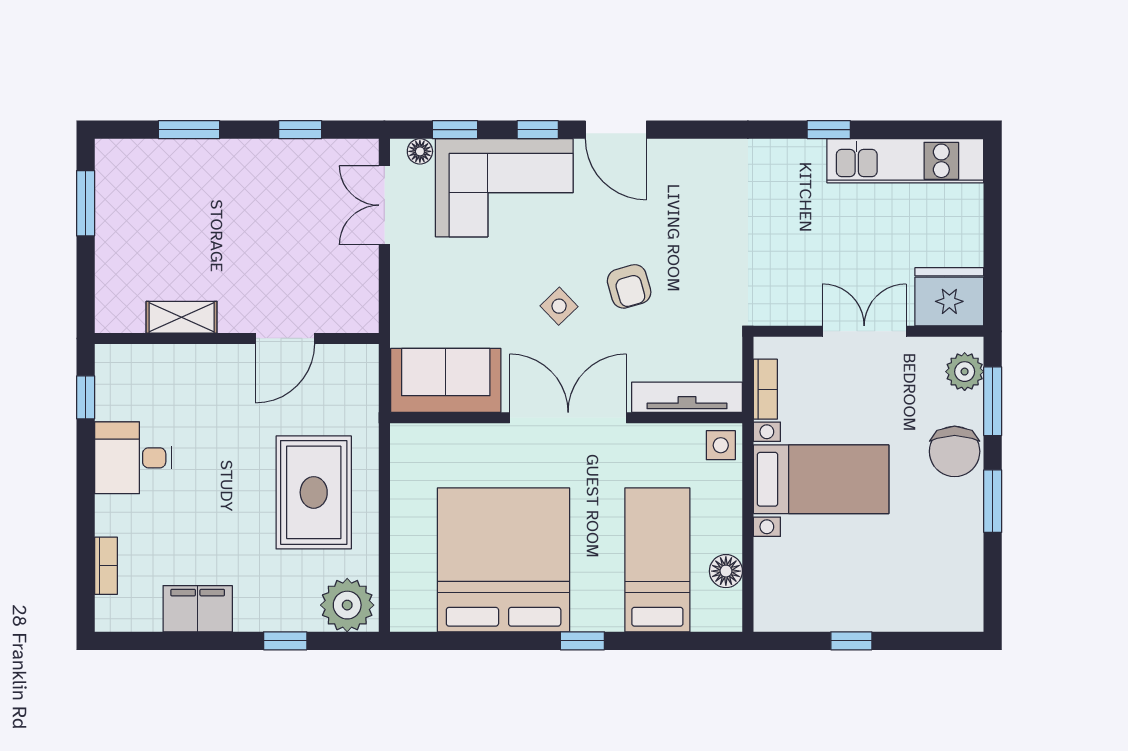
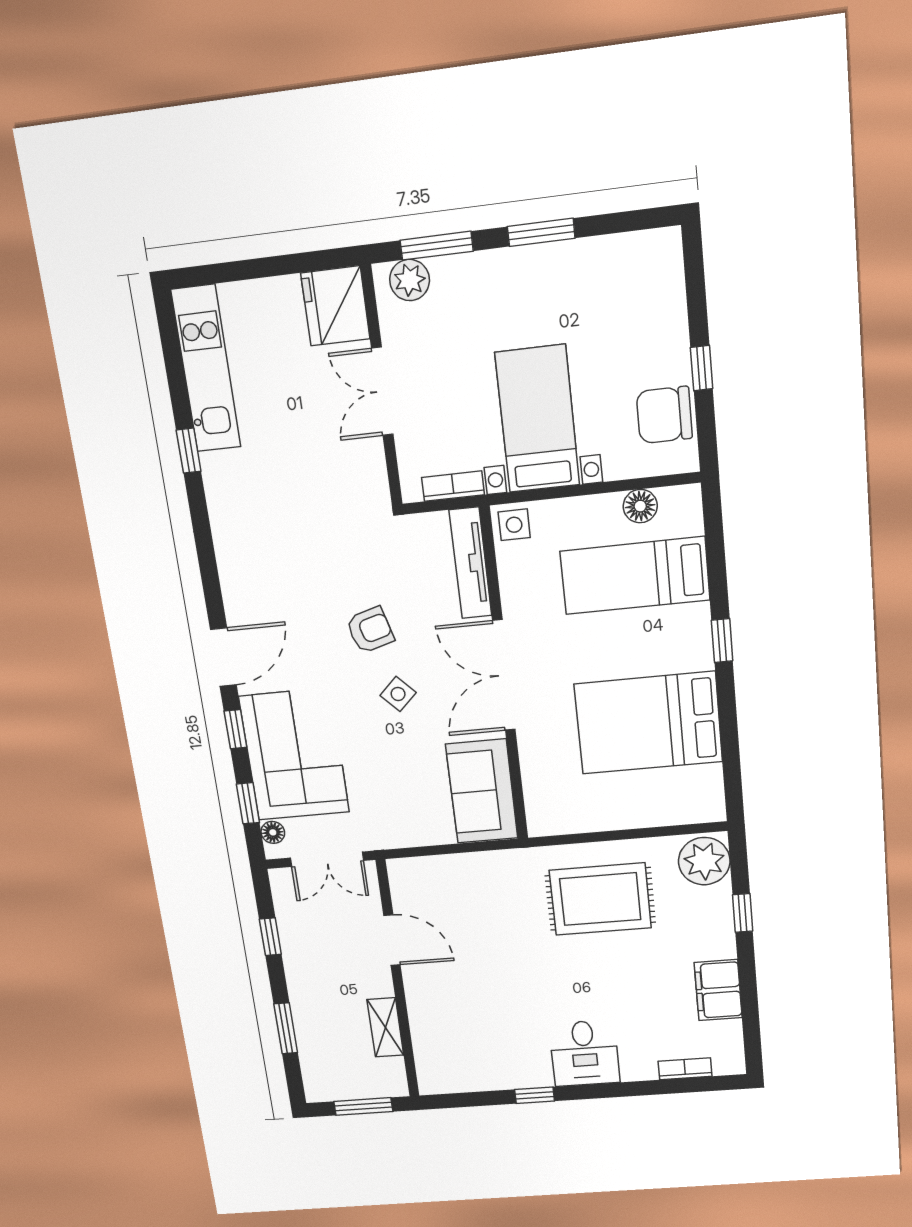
shelving: (182, 317) -> (385, 1027), moved
wall: (237, 338) -> (398, 981), moved
door: (285, 338) -> (392, 940), moved
chair: (955, 451) -> (664, 415), moved, turned 180
bed: (504, 560) -> (648, 723), width x0.73

